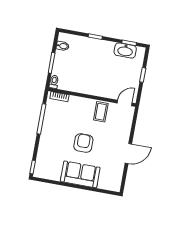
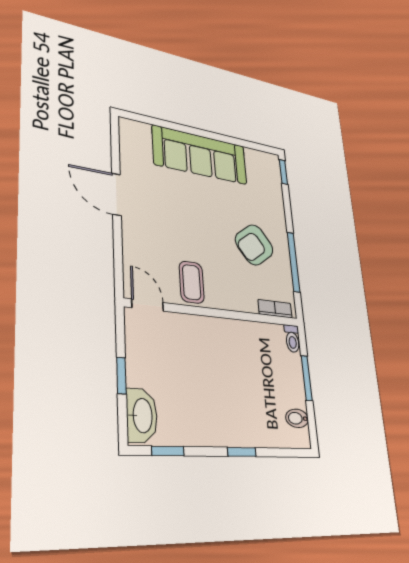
washbasin: (125, 50) -> (142, 415), moved, turned 90
door: (125, 103) -> (148, 305), swing flipped
armchair: (83, 143) -> (254, 245), moved, turned 53
door: (128, 154) -> (116, 194), hinge flipped
sofa: (80, 174) -> (200, 155), width x1.36

